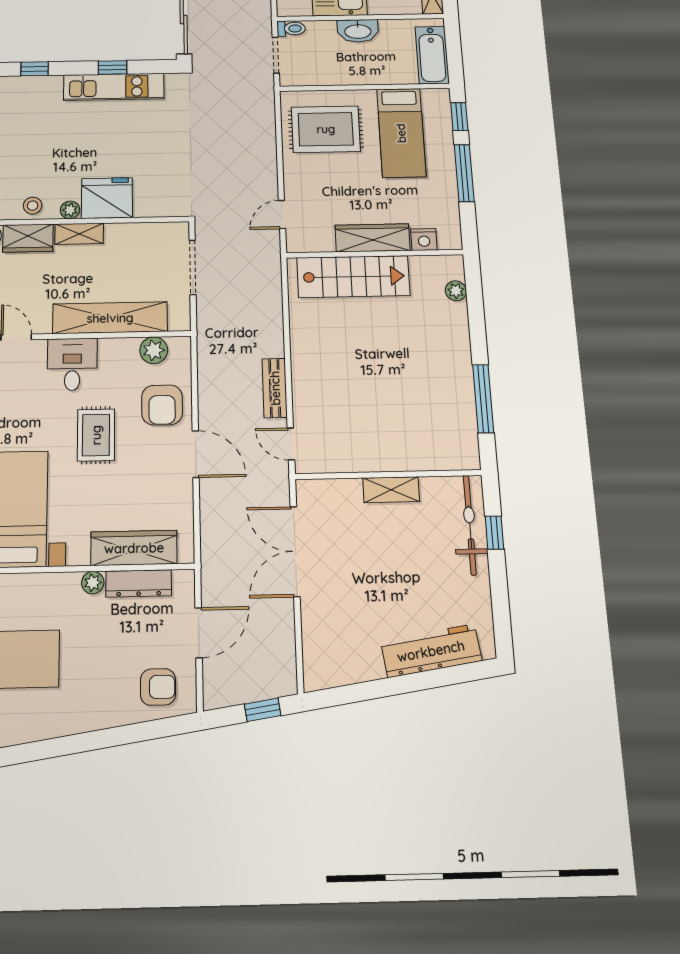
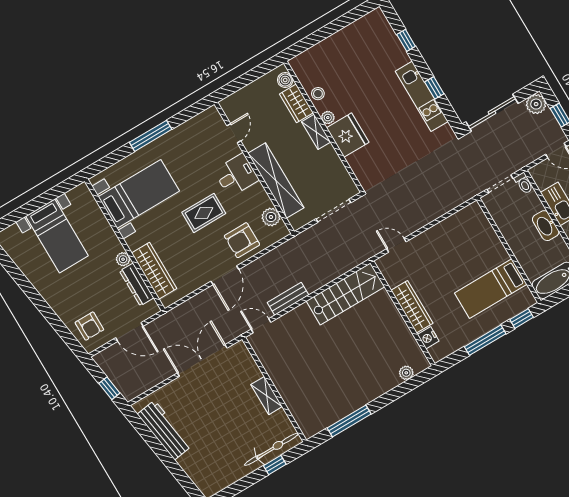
rug: (326, 129) -> (467, 242), removed
stairs: (353, 277) -> (345, 294), moved, turned -90
door: (291, 444) -> (261, 326), hinge flipped
workbench: (431, 651) -> (164, 430), moved

